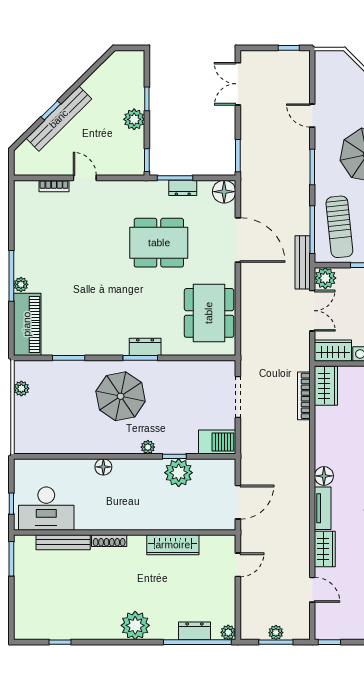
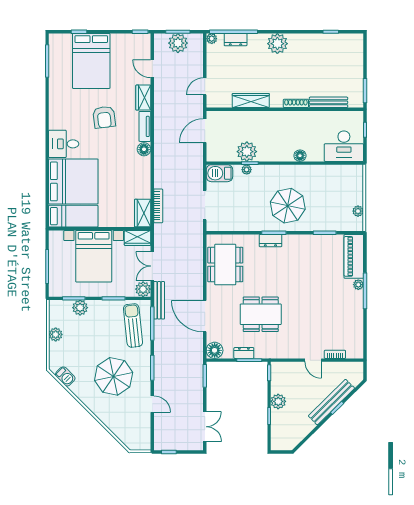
plant: (148, 447) -> (247, 170), moved
desk: (46, 509) -> (344, 146), moved, turned 180
plant: (276, 633) -> (178, 43), width x1.88, depth x1.88

